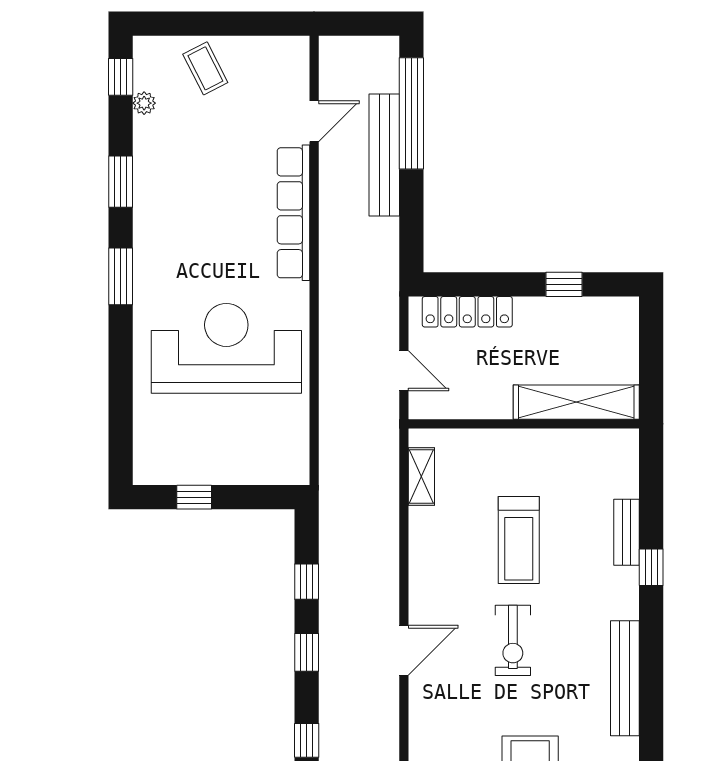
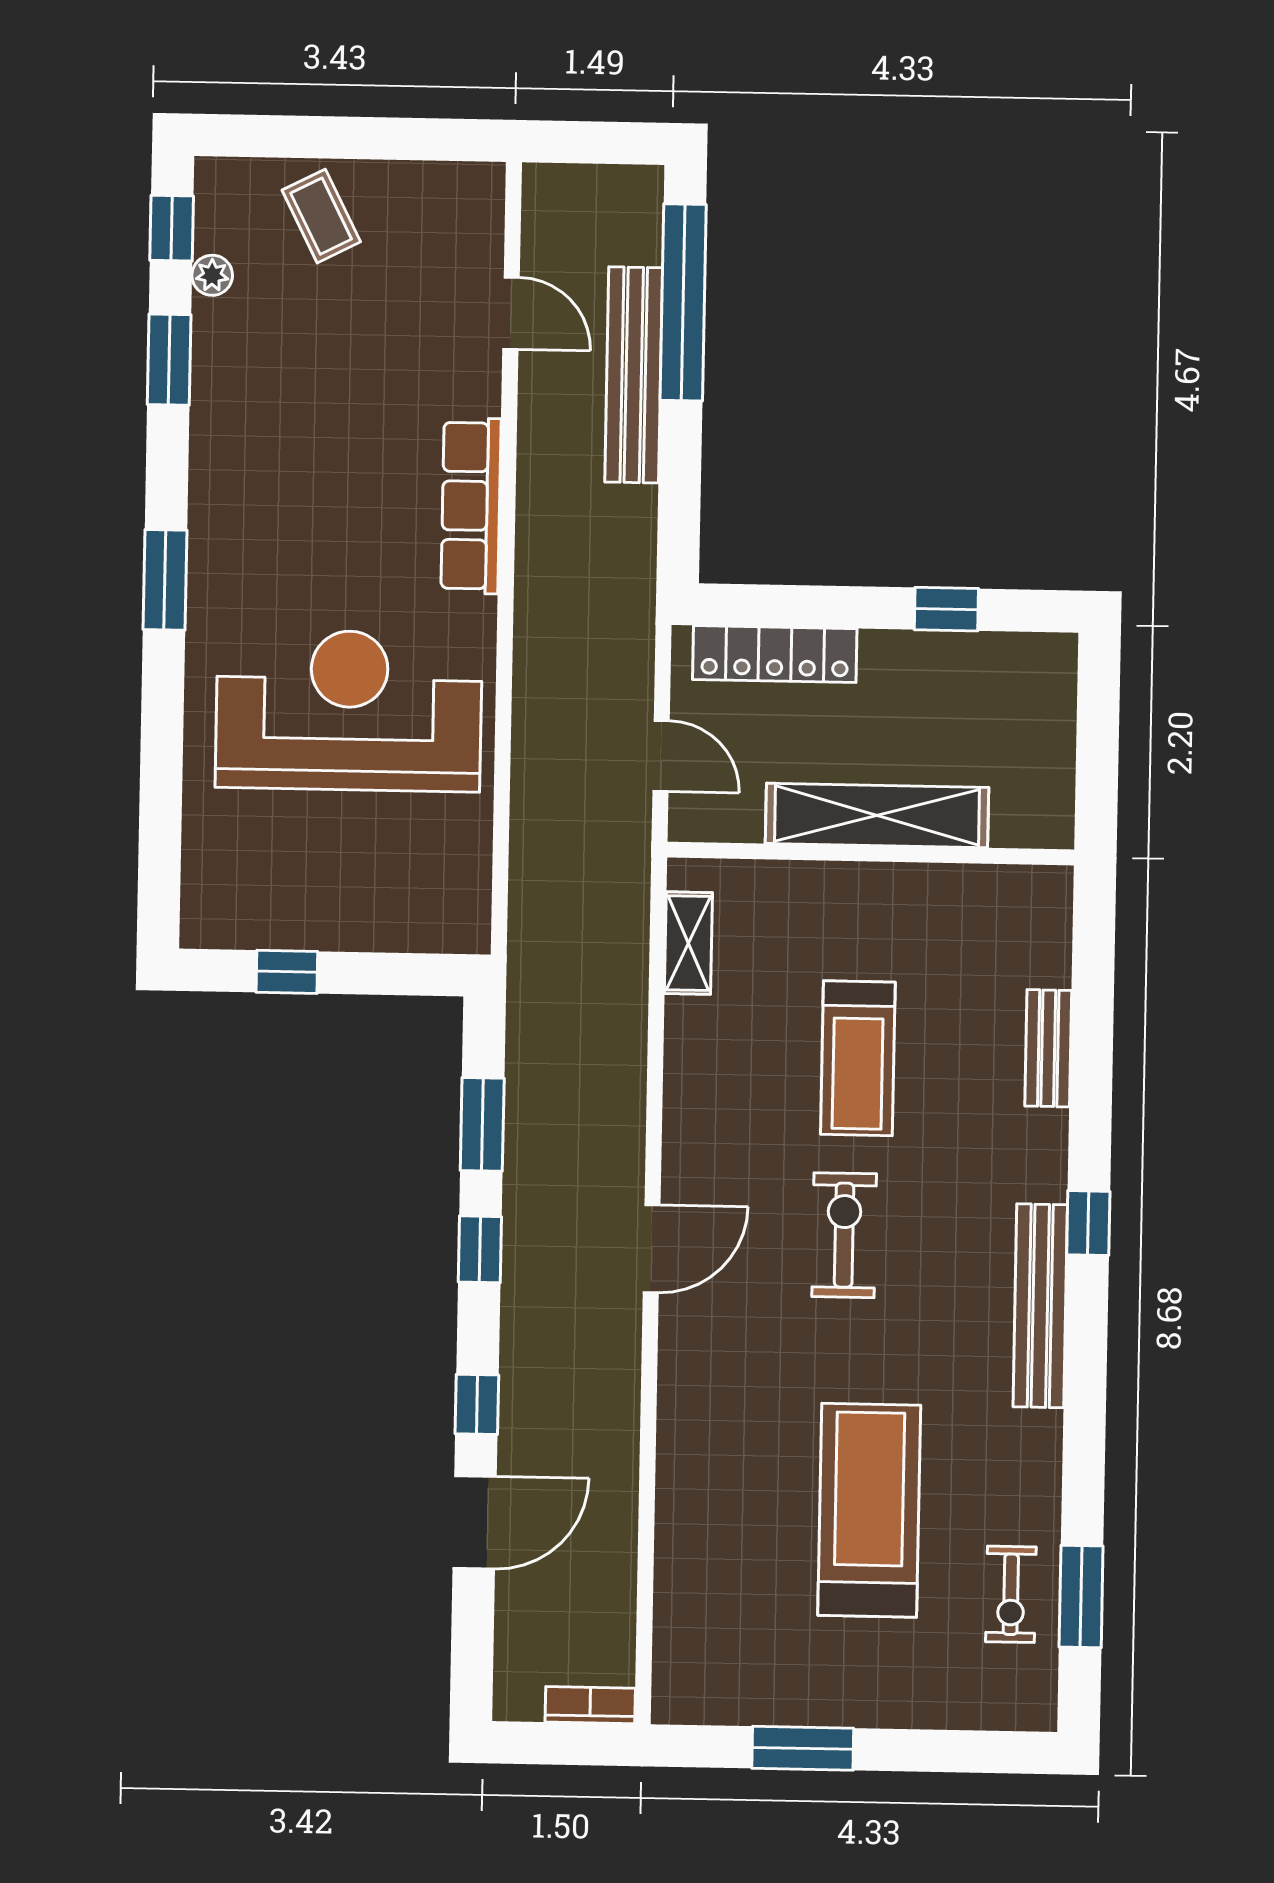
door: (314, 121) -> (511, 313), hinge flipped
window: (121, 182) -> (169, 360), moved
row of seats: (293, 213) -> (471, 506), width x0.73
shelving: (576, 402) -> (877, 815), moved
window: (651, 567) -> (1088, 1223), moved
window: (307, 582) -> (482, 1124), width x1.50
exercise bike: (513, 640) -> (844, 1235), turned 180

